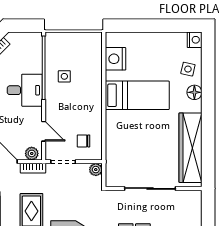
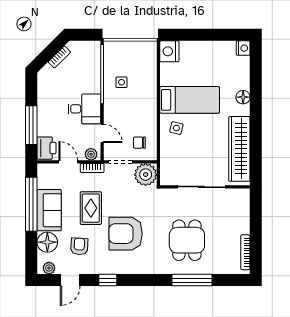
nightstand: (116, 59) -> (169, 51), moved
side table: (188, 69) -> (176, 128), moved
desk: (25, 90) -> (84, 109), moved
plant: (96, 170) -> (146, 175), width x1.87, depth x1.87

